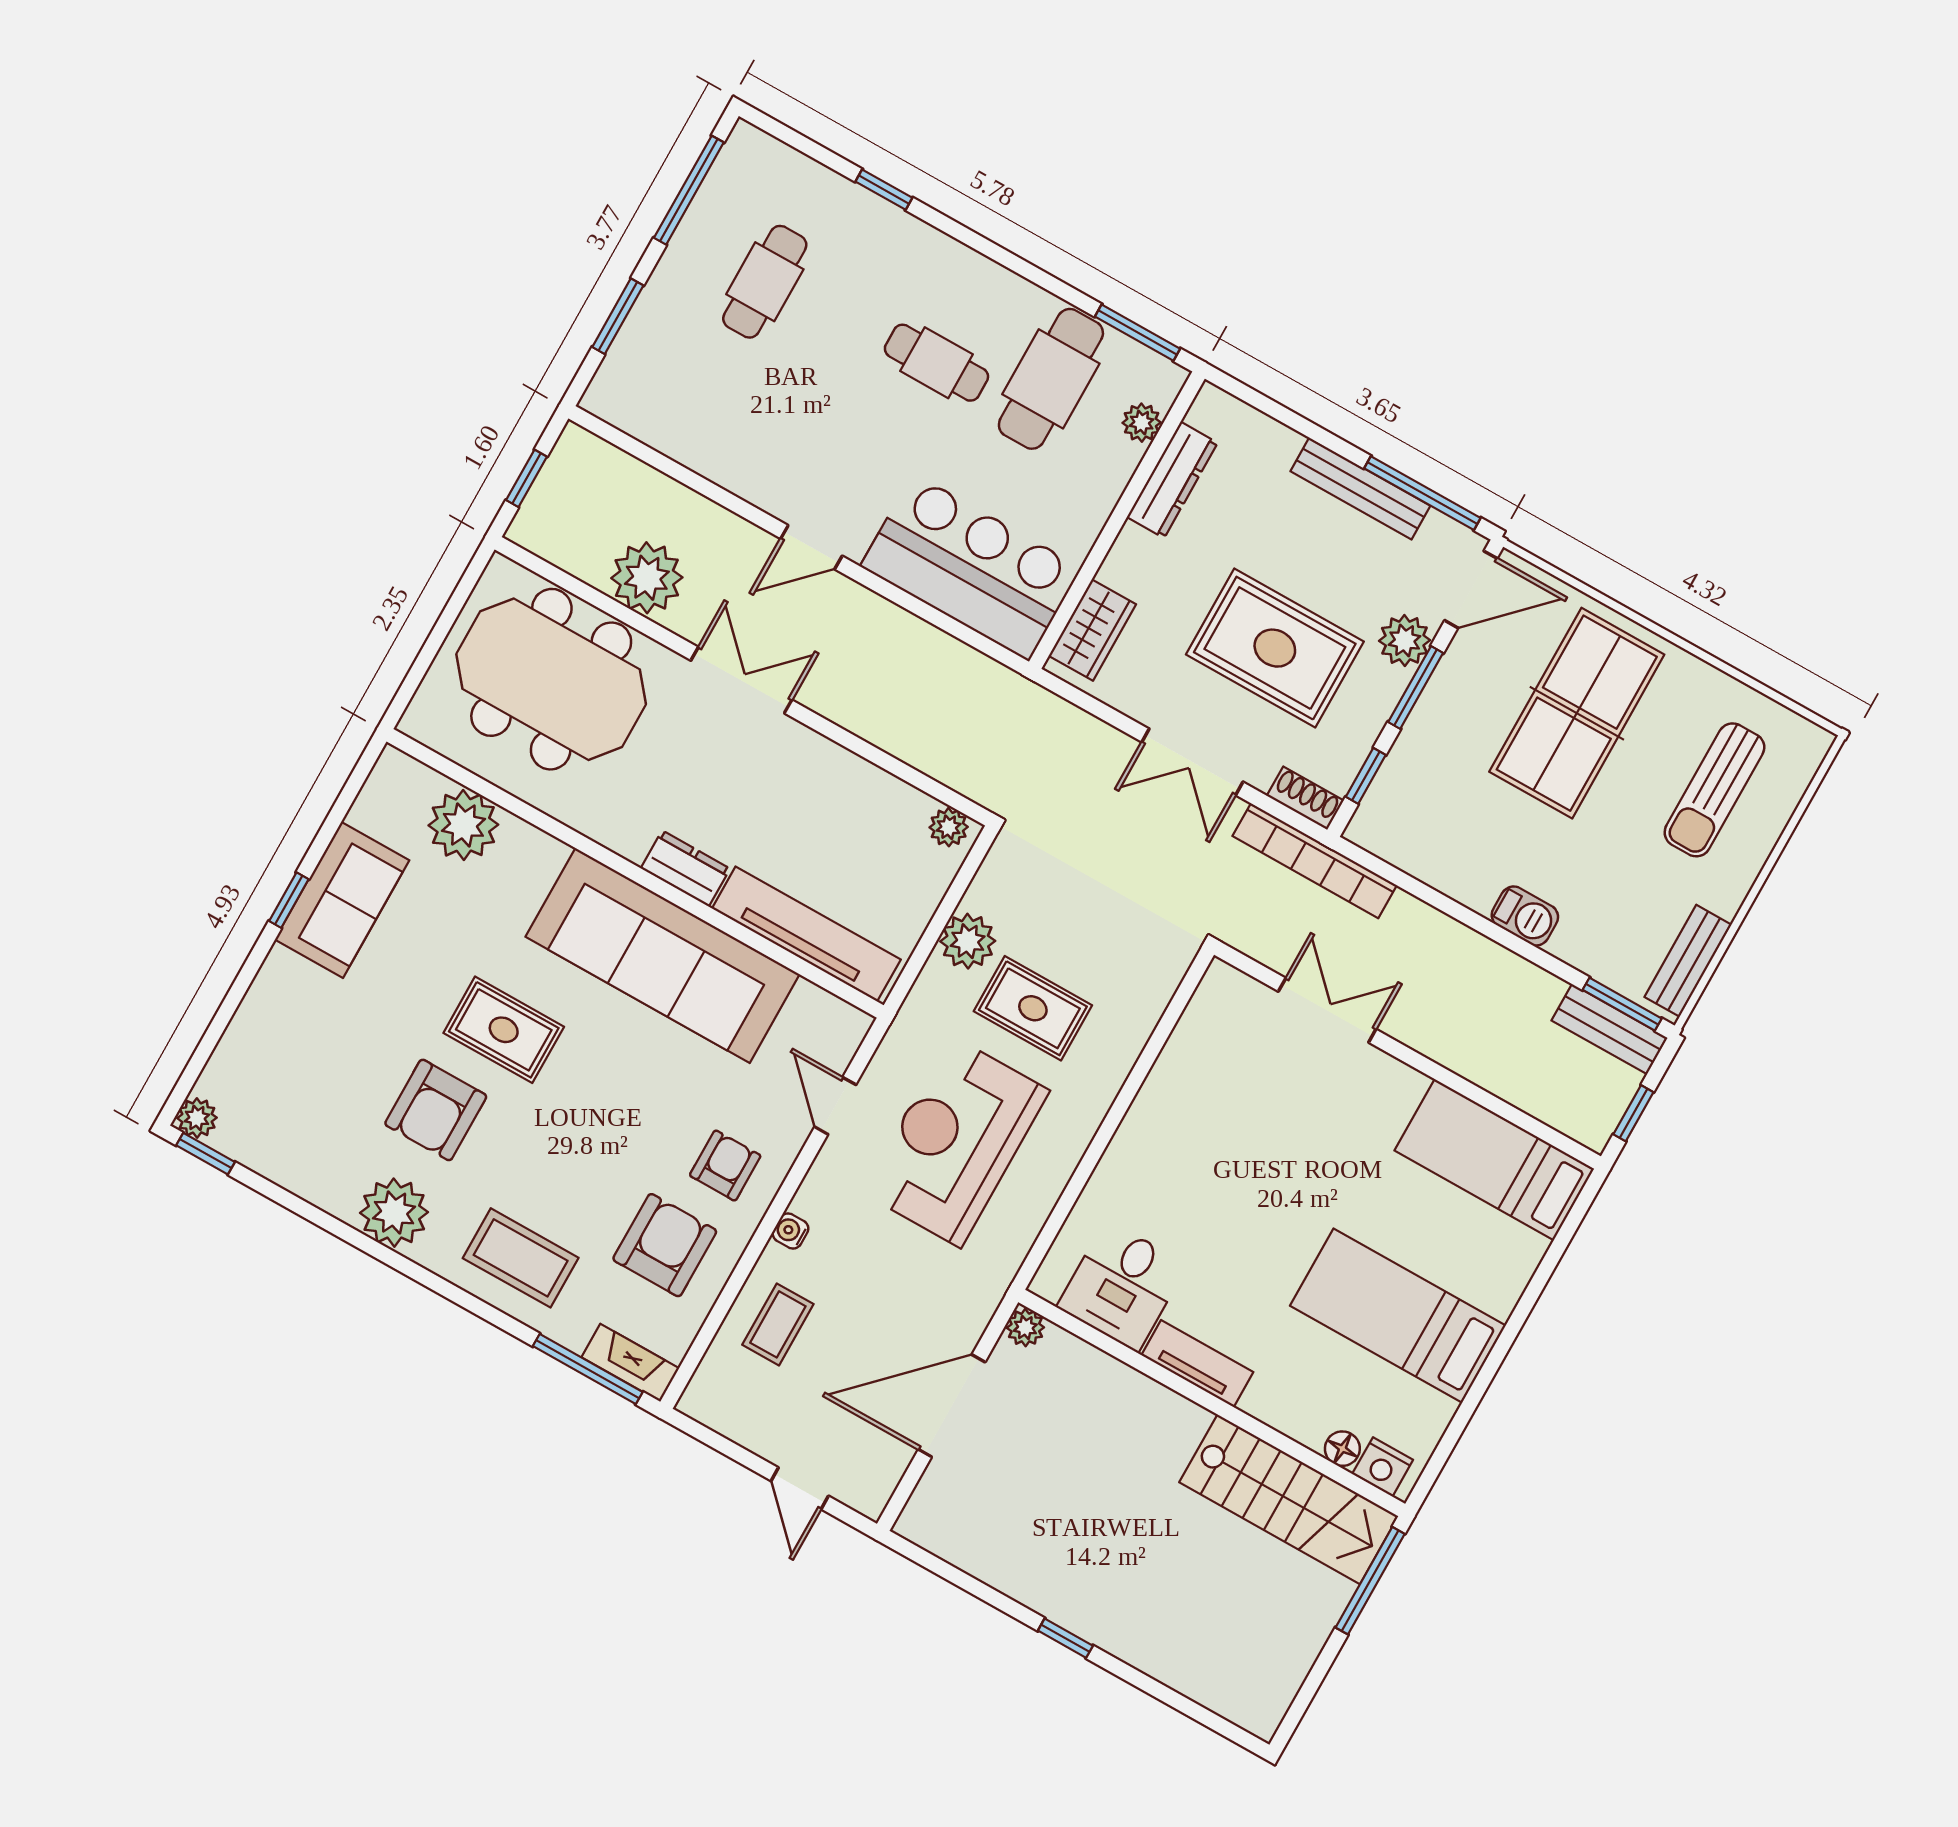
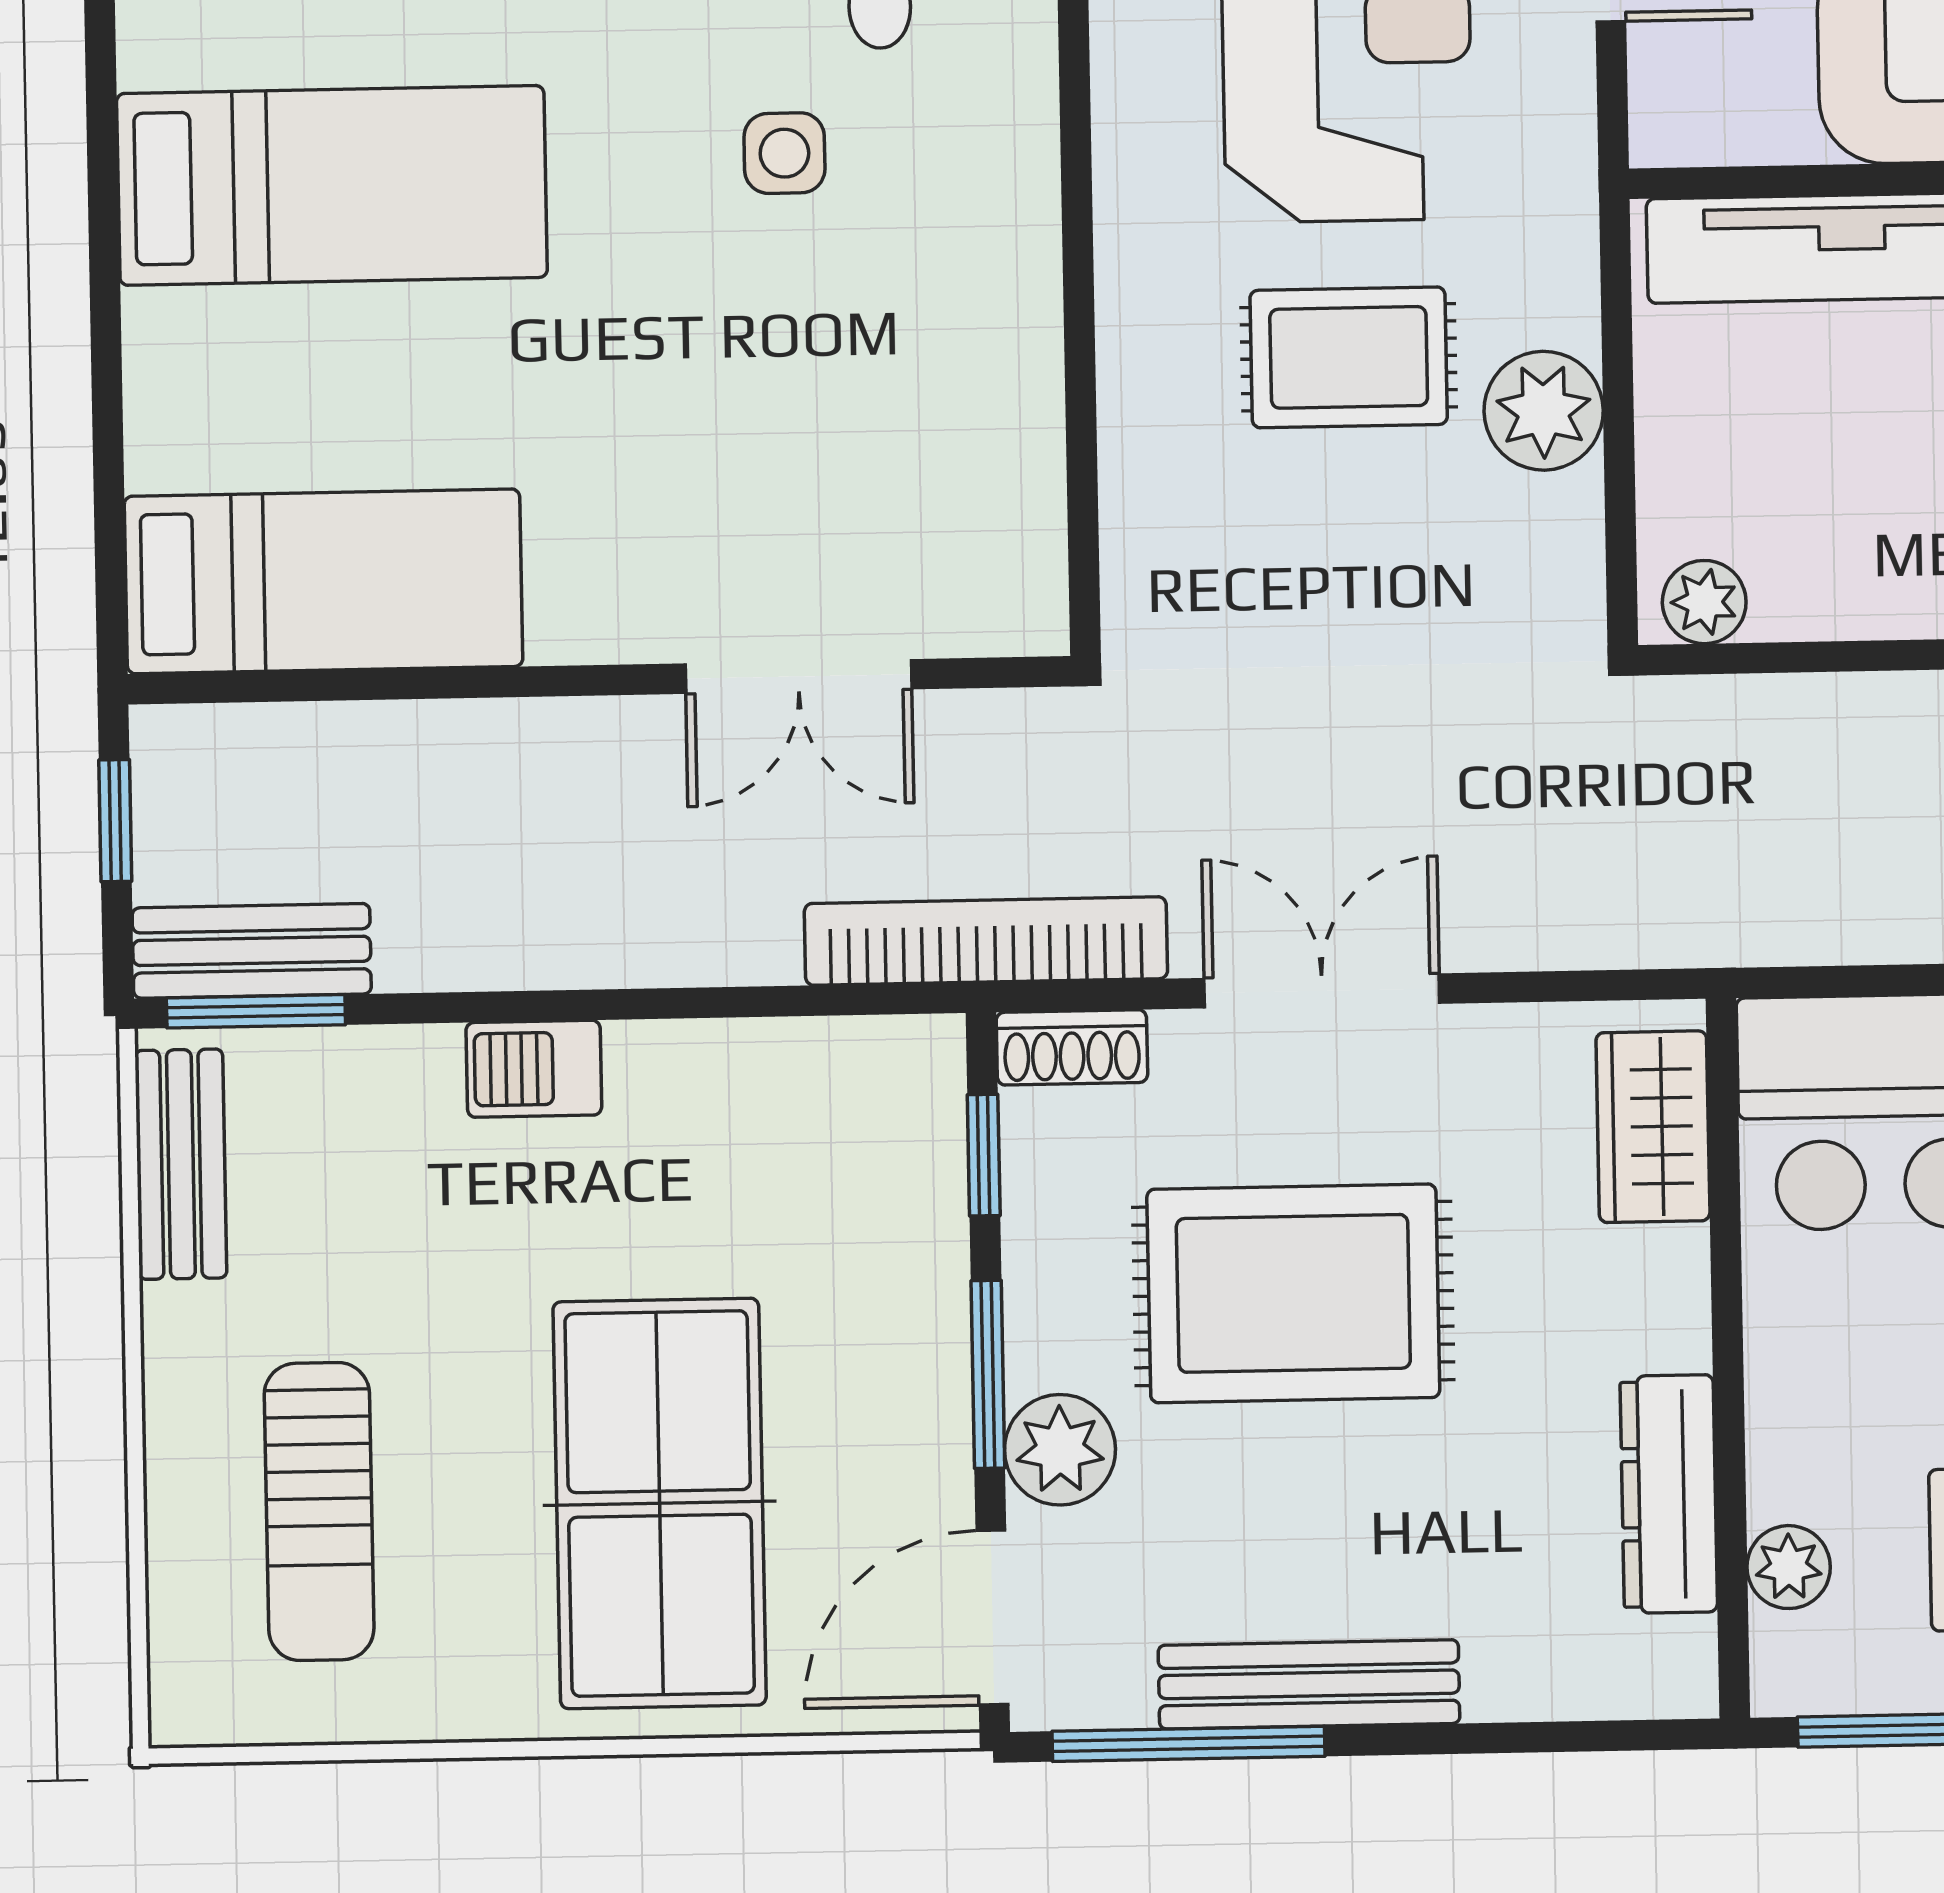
sun lounger: (1714, 790) -> (319, 1512), turned 180
side table: (1210, 1222) -> (784, 153), added

